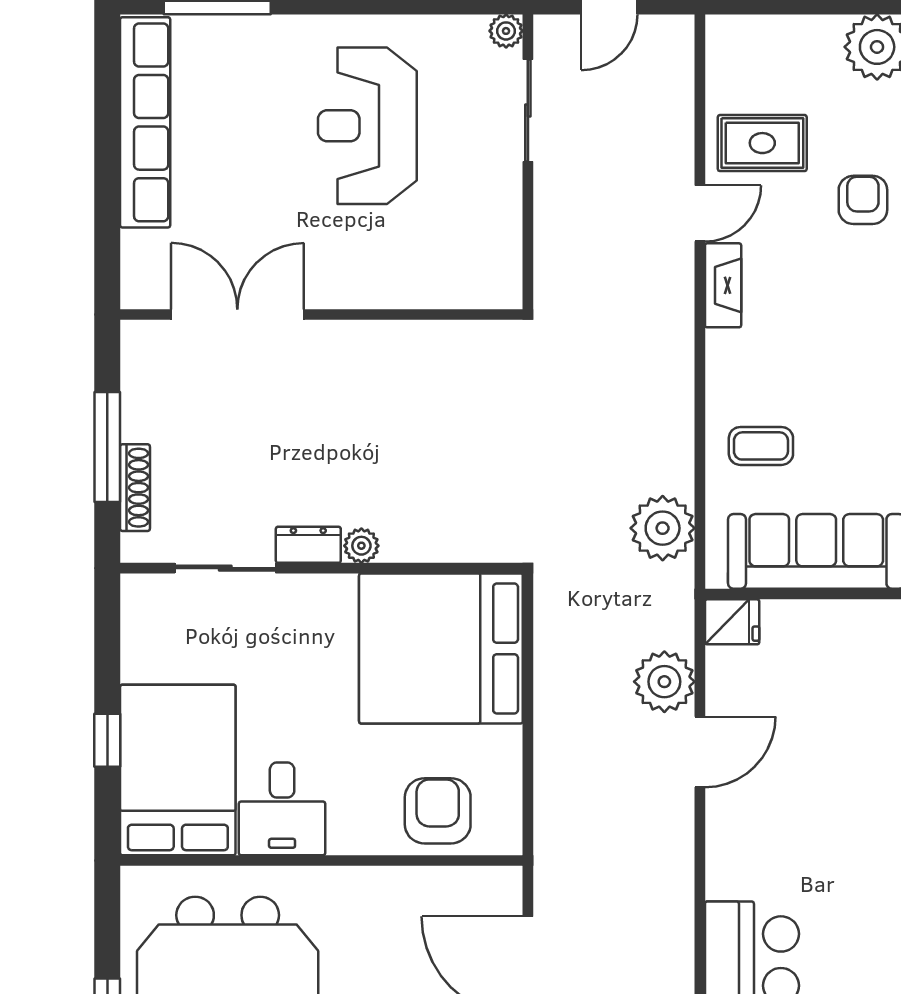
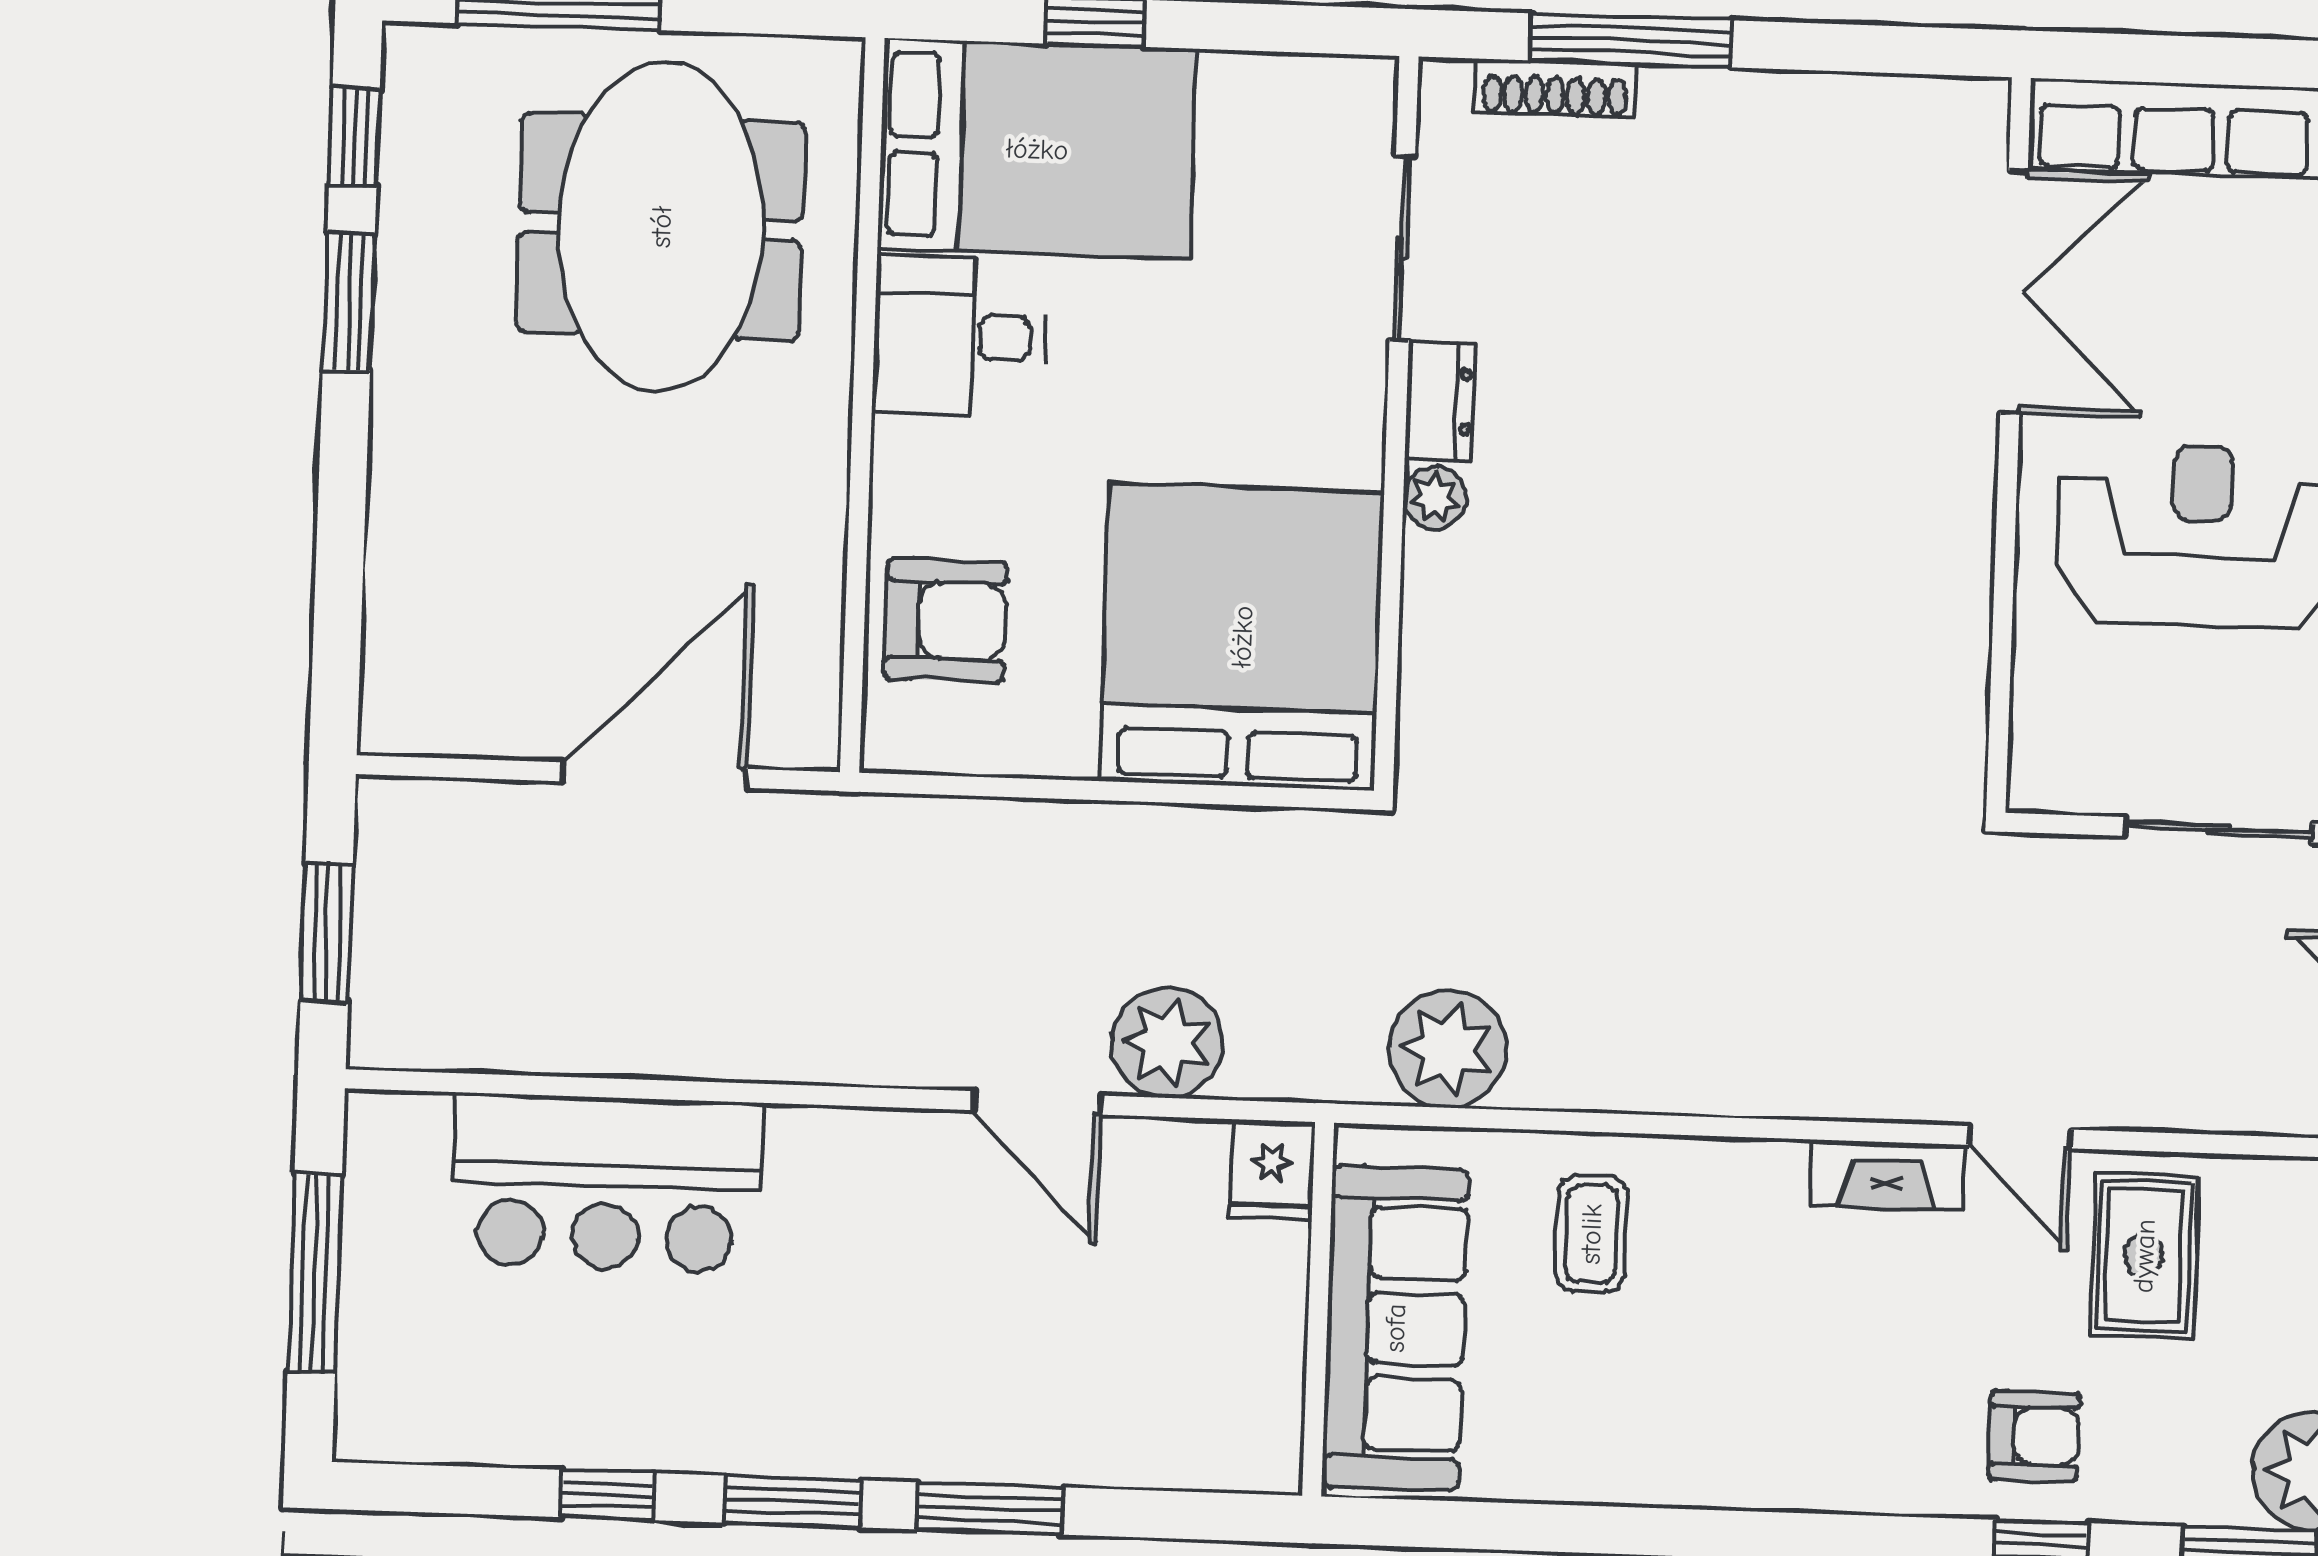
double door: (237, 314) -> (2014, 292), moved
wall: (321, 314) -> (2009, 445), moved

